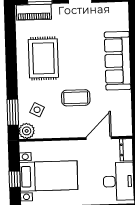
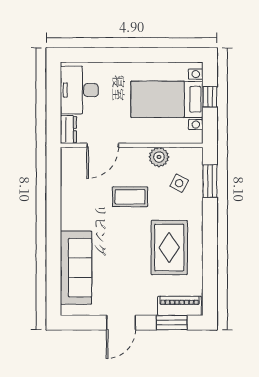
sofa: (118, 61) -> (76, 268), moved
plant: (27, 131) -> (159, 157), moved

